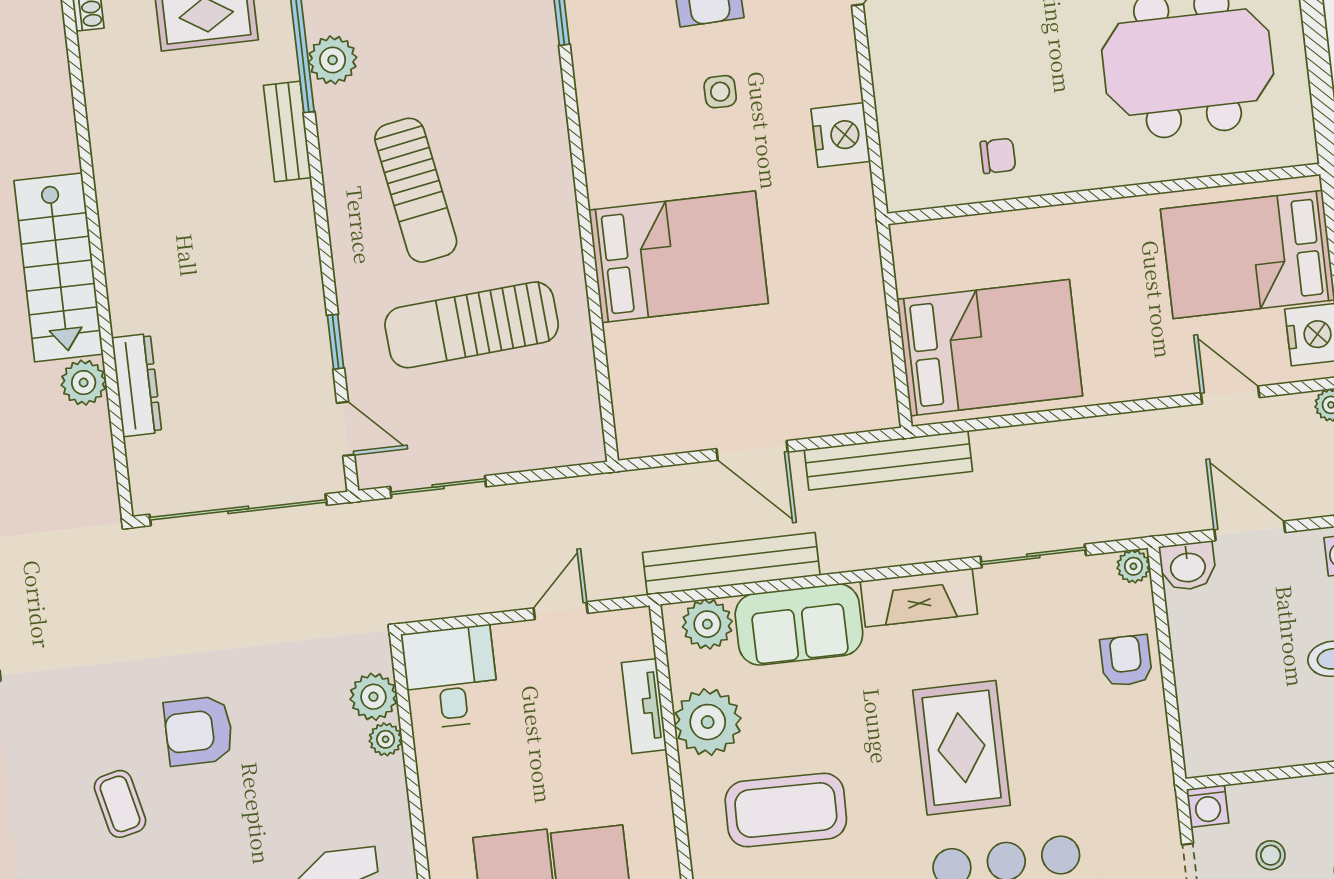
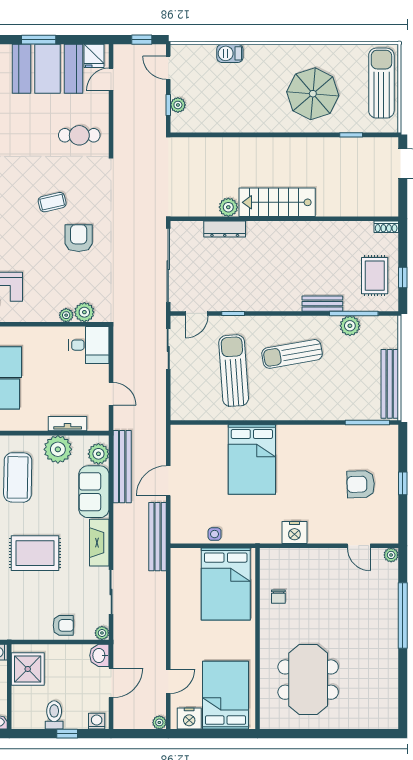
side table: (720, 92) -> (215, 534), moved
bed: (990, 348) -> (226, 584), moved
shower: (1240, 733) -> (28, 669), added

